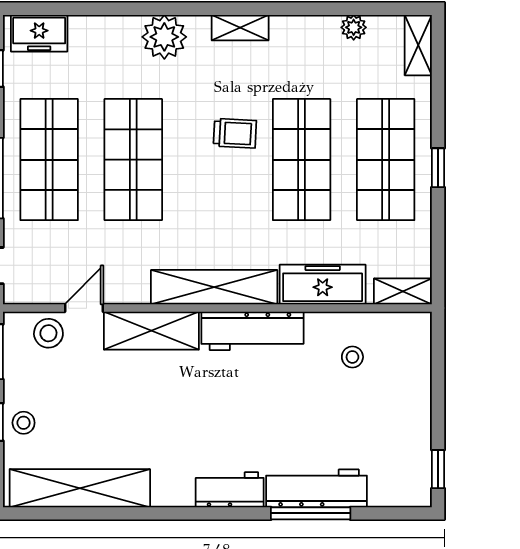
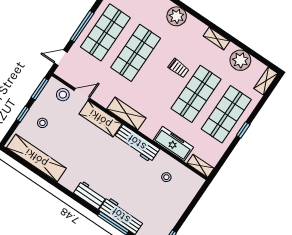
plant: (354, 27) -> (240, 60), width x1.87, depth x1.87
shelving: (240, 28) -> (217, 38), moved
shelving: (214, 287) -> (126, 113), width x0.68
stool: (24, 423) -> (42, 123), moved

